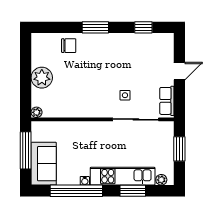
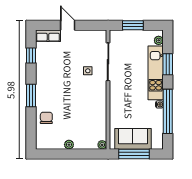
plant: (42, 78) -> (69, 145), width x0.53, depth x0.53
row of seats: (167, 101) -> (48, 36), moved
sofa: (44, 164) -> (133, 139), moved

